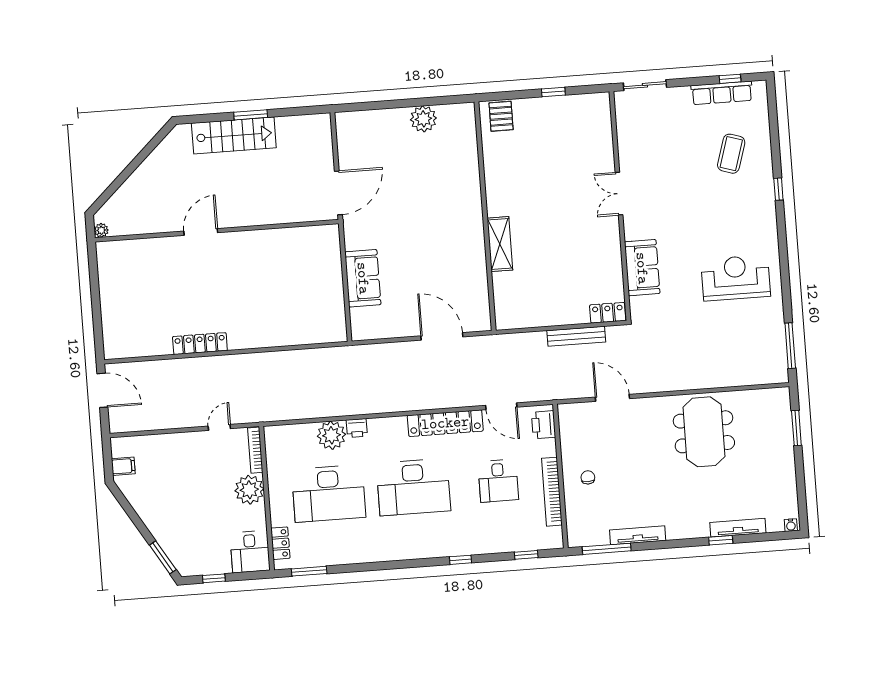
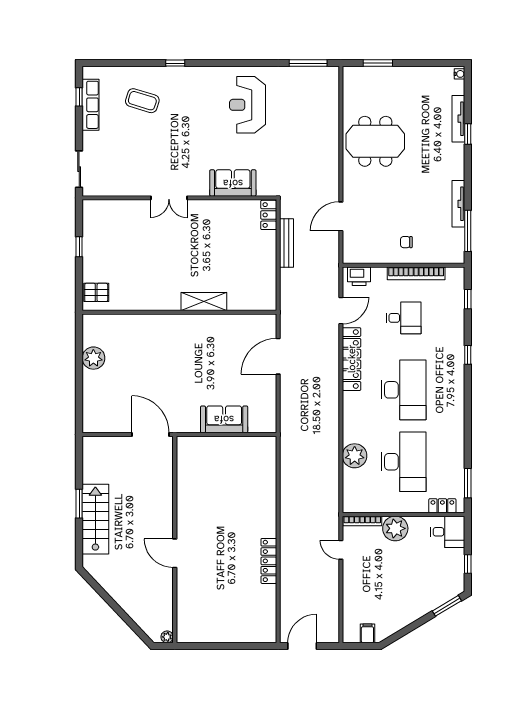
printer: (357, 428) -> (350, 434), removed

